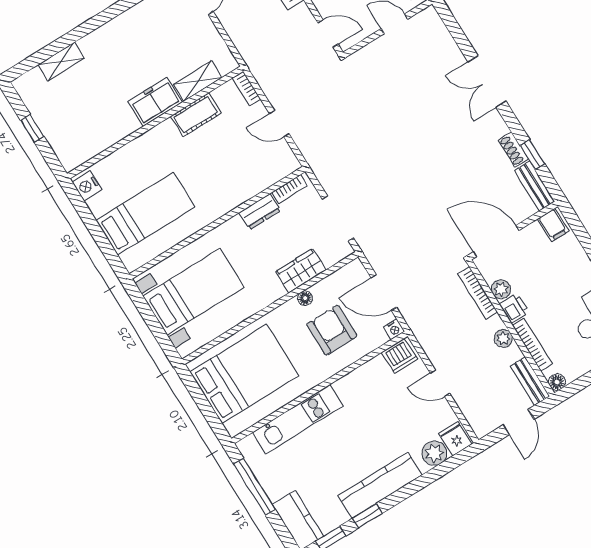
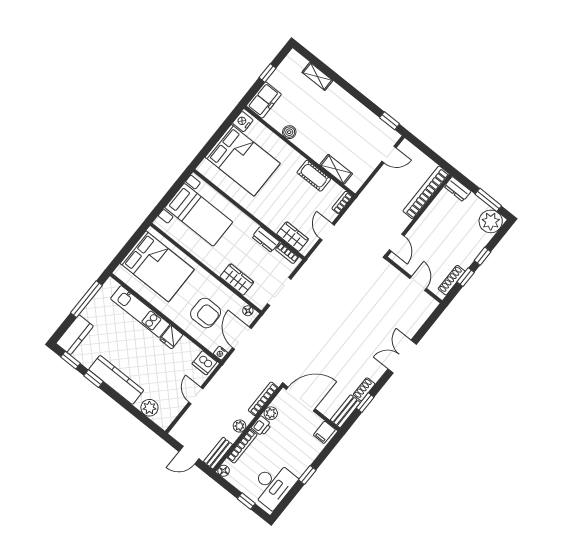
freezer: (155, 102) -> (264, 100), moved, turned 90
boiler: (124, 127) -> (289, 132), added
wardrobe: (269, 173) -> (293, 237), added
bed: (145, 214) -> (243, 160), width x1.50
door: (496, 241) -> (301, 399), hinge flipped
floor lamp: (305, 298) -> (248, 311), moved
armchair: (332, 330) -> (206, 313), turned 90
fridge: (455, 439) -> (171, 337), moved, turned 180

